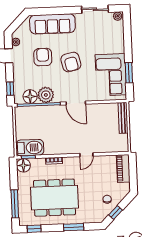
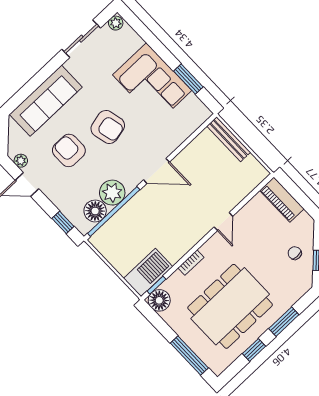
corner sofa: (111, 75) -> (152, 83), moved
window: (34, 229) -> (254, 350), moved

